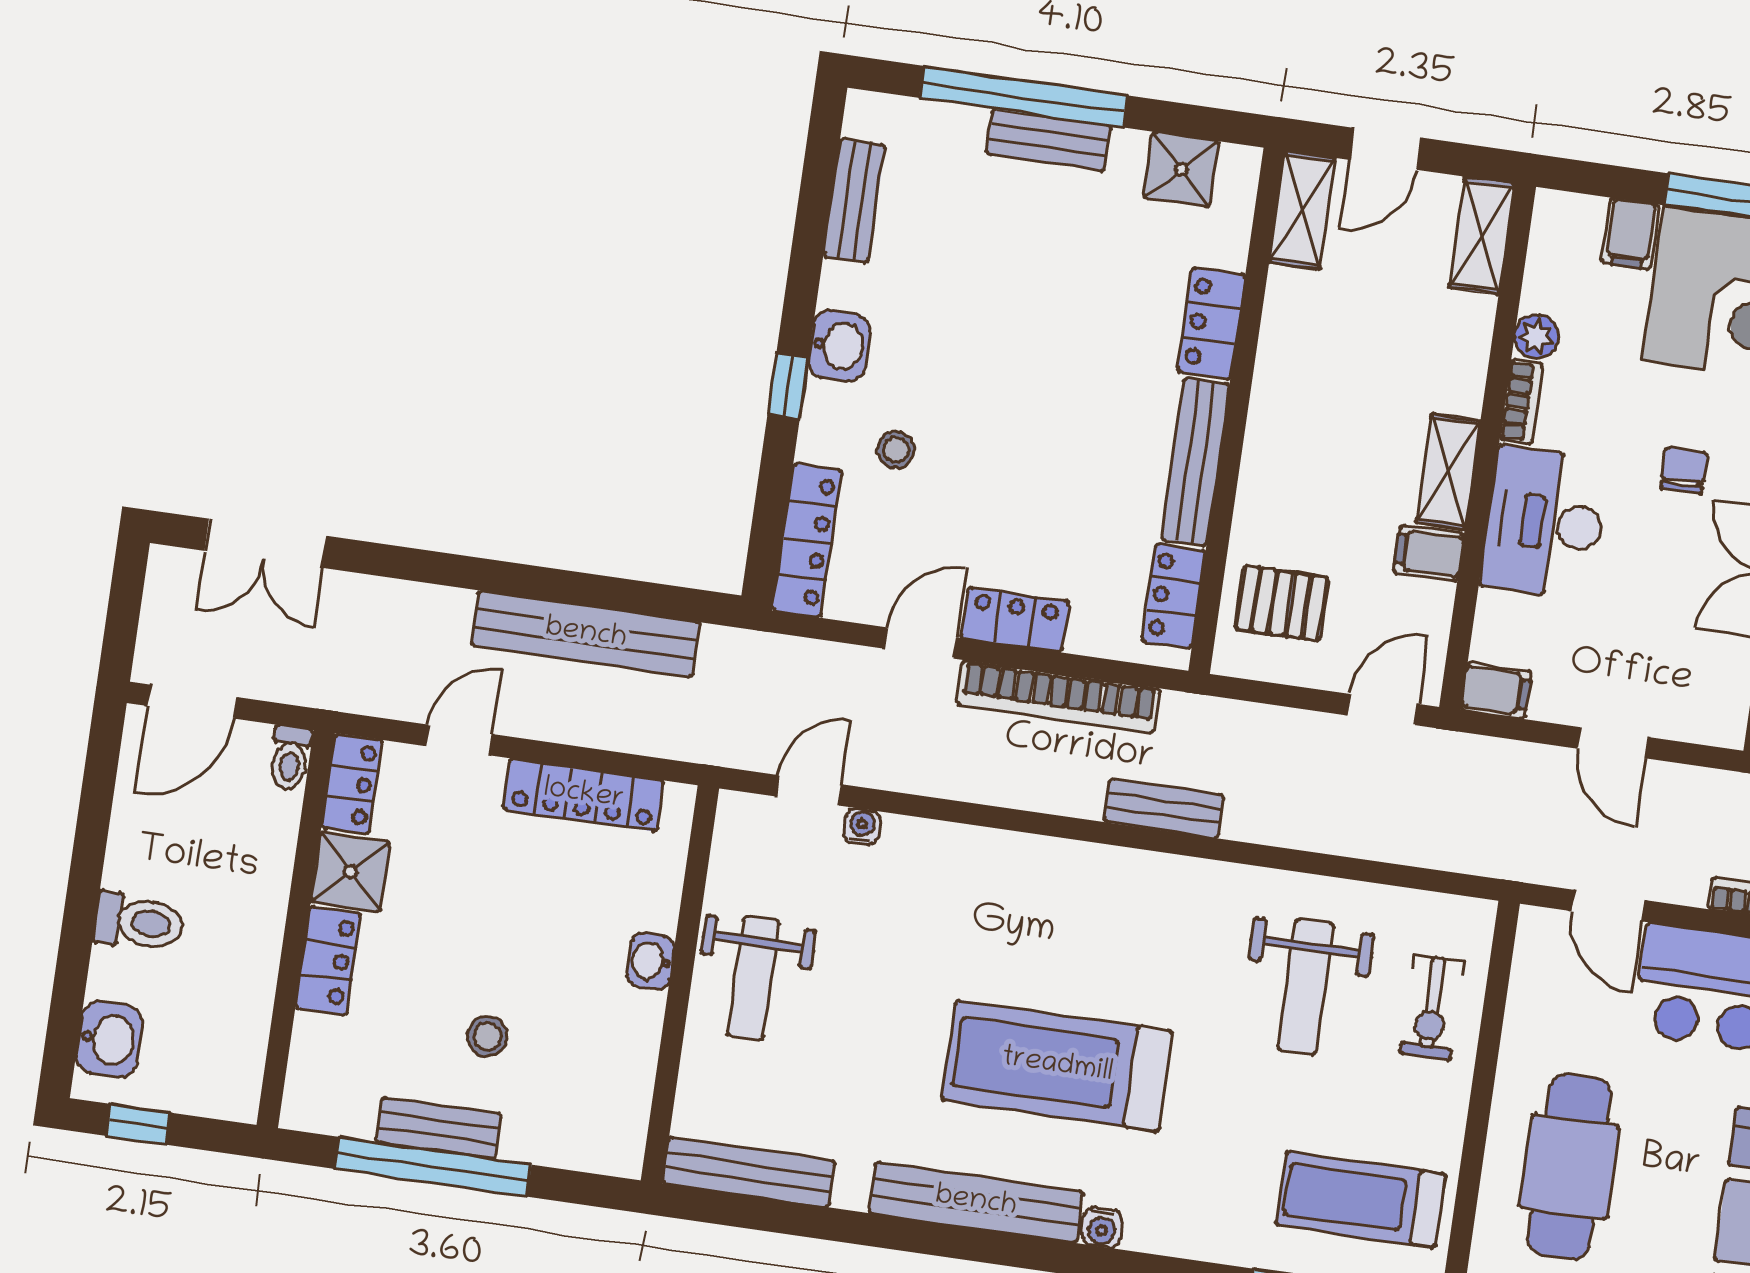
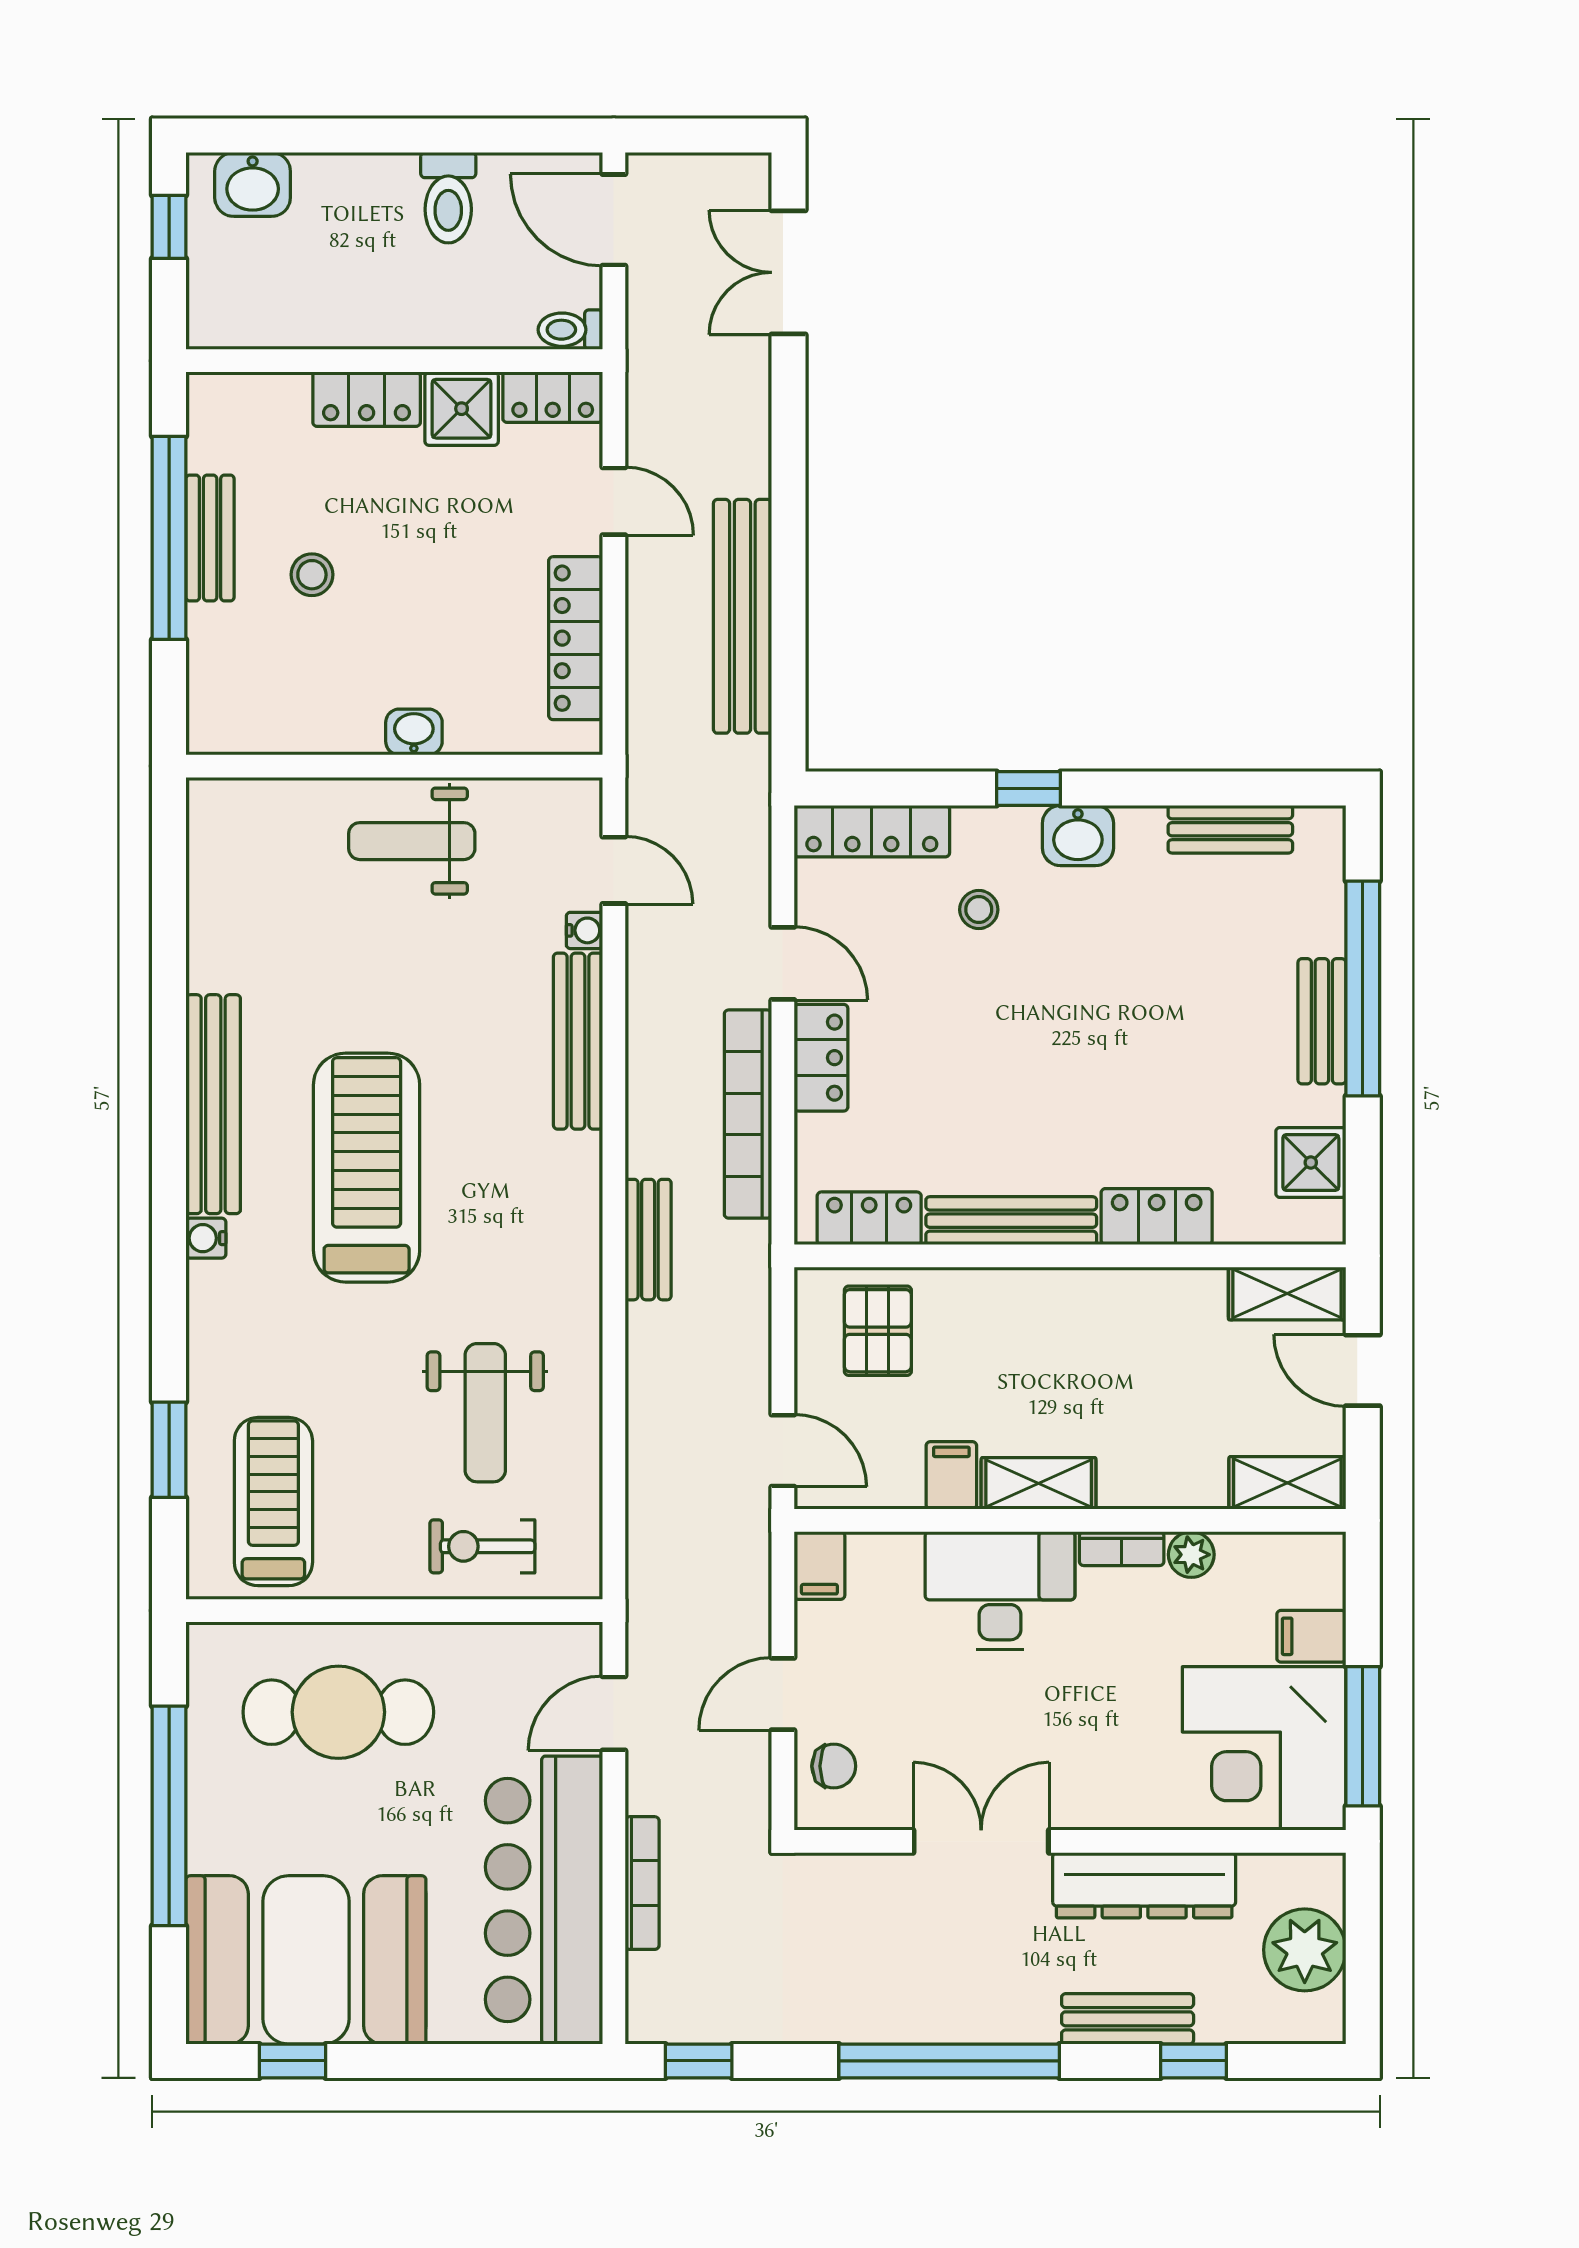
chair: (1684, 470) -> (834, 1766), moved
toilet: (139, 922) -> (448, 198), moved
weight bench: (1306, 986) -> (485, 1413), turned -90
bench: (749, 1172) -> (578, 1041), moved

